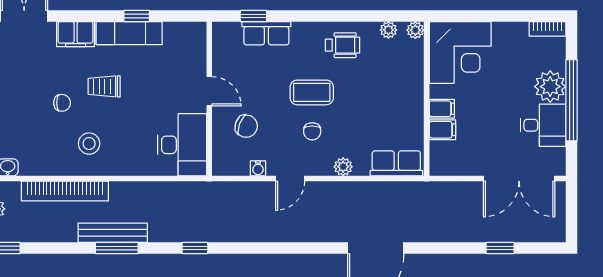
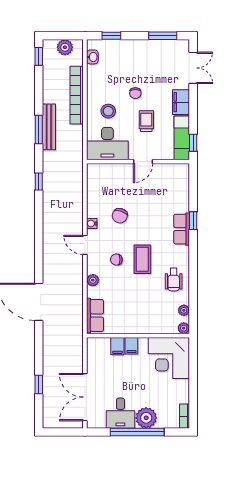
door: (209, 91) -> (143, 162), moved
wall: (209, 99) -> (138, 162), moved
desk: (182, 145) -> (107, 144), moved

